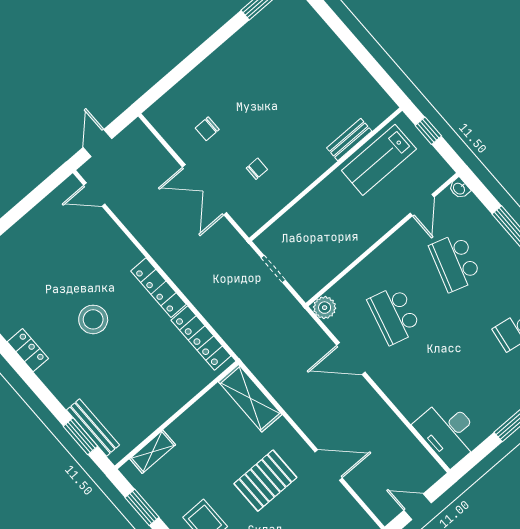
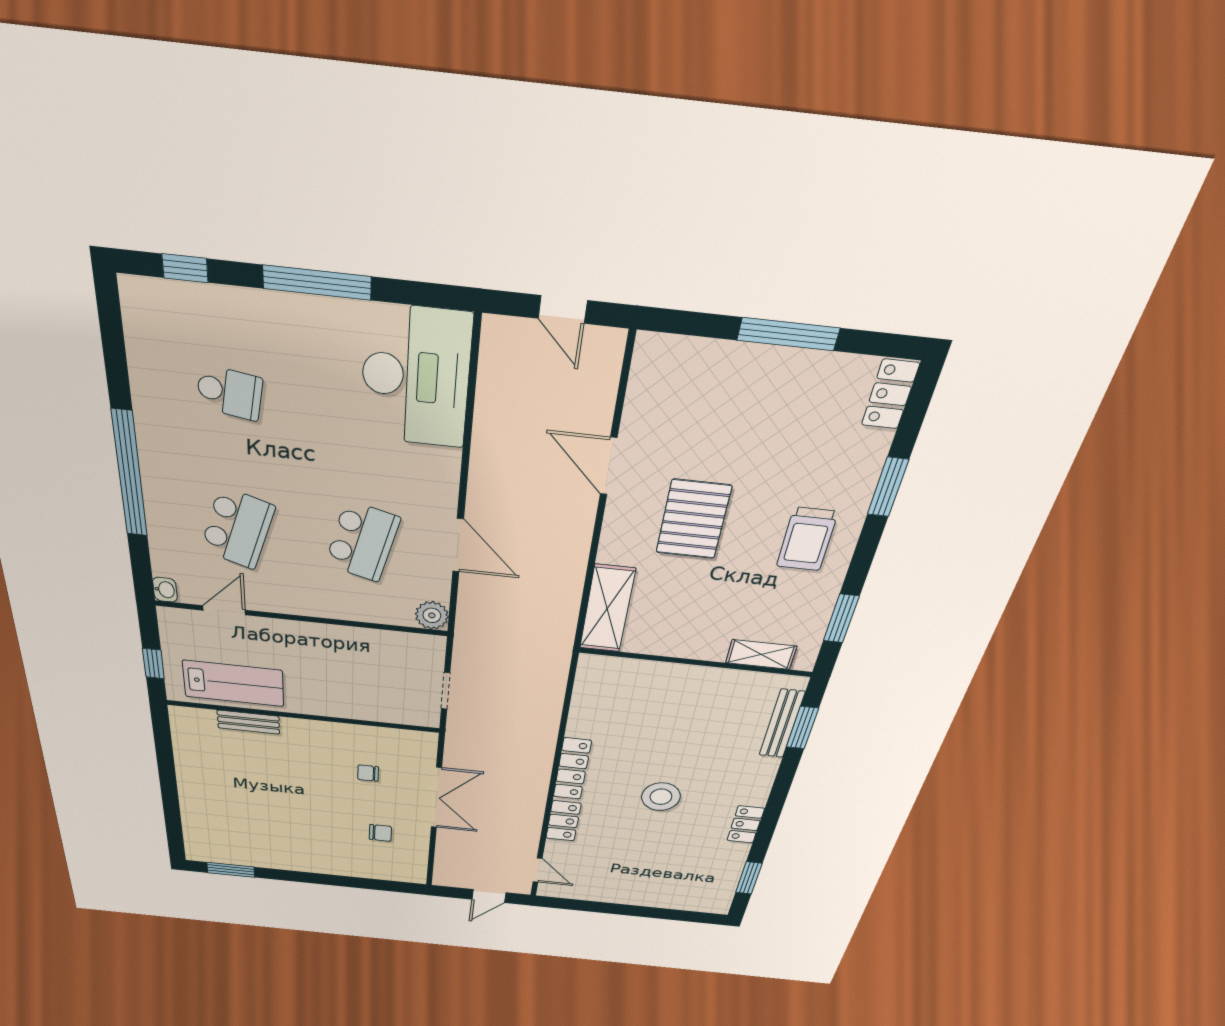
locker: (201, 338) -> (563, 821), moved, width x0.66
desk: (448, 432) -> (416, 377), width x1.36, depth x1.30
pallet: (265, 481) -> (693, 519), turned 90

